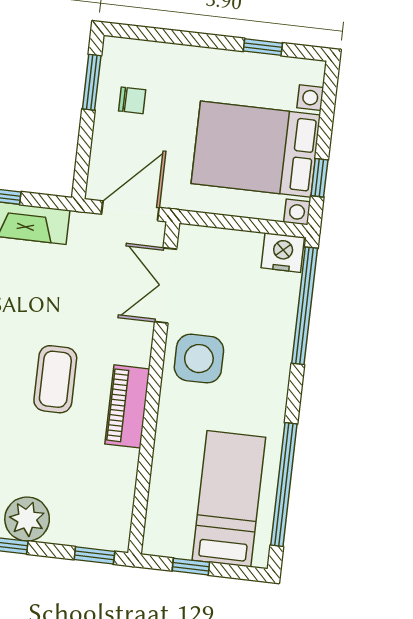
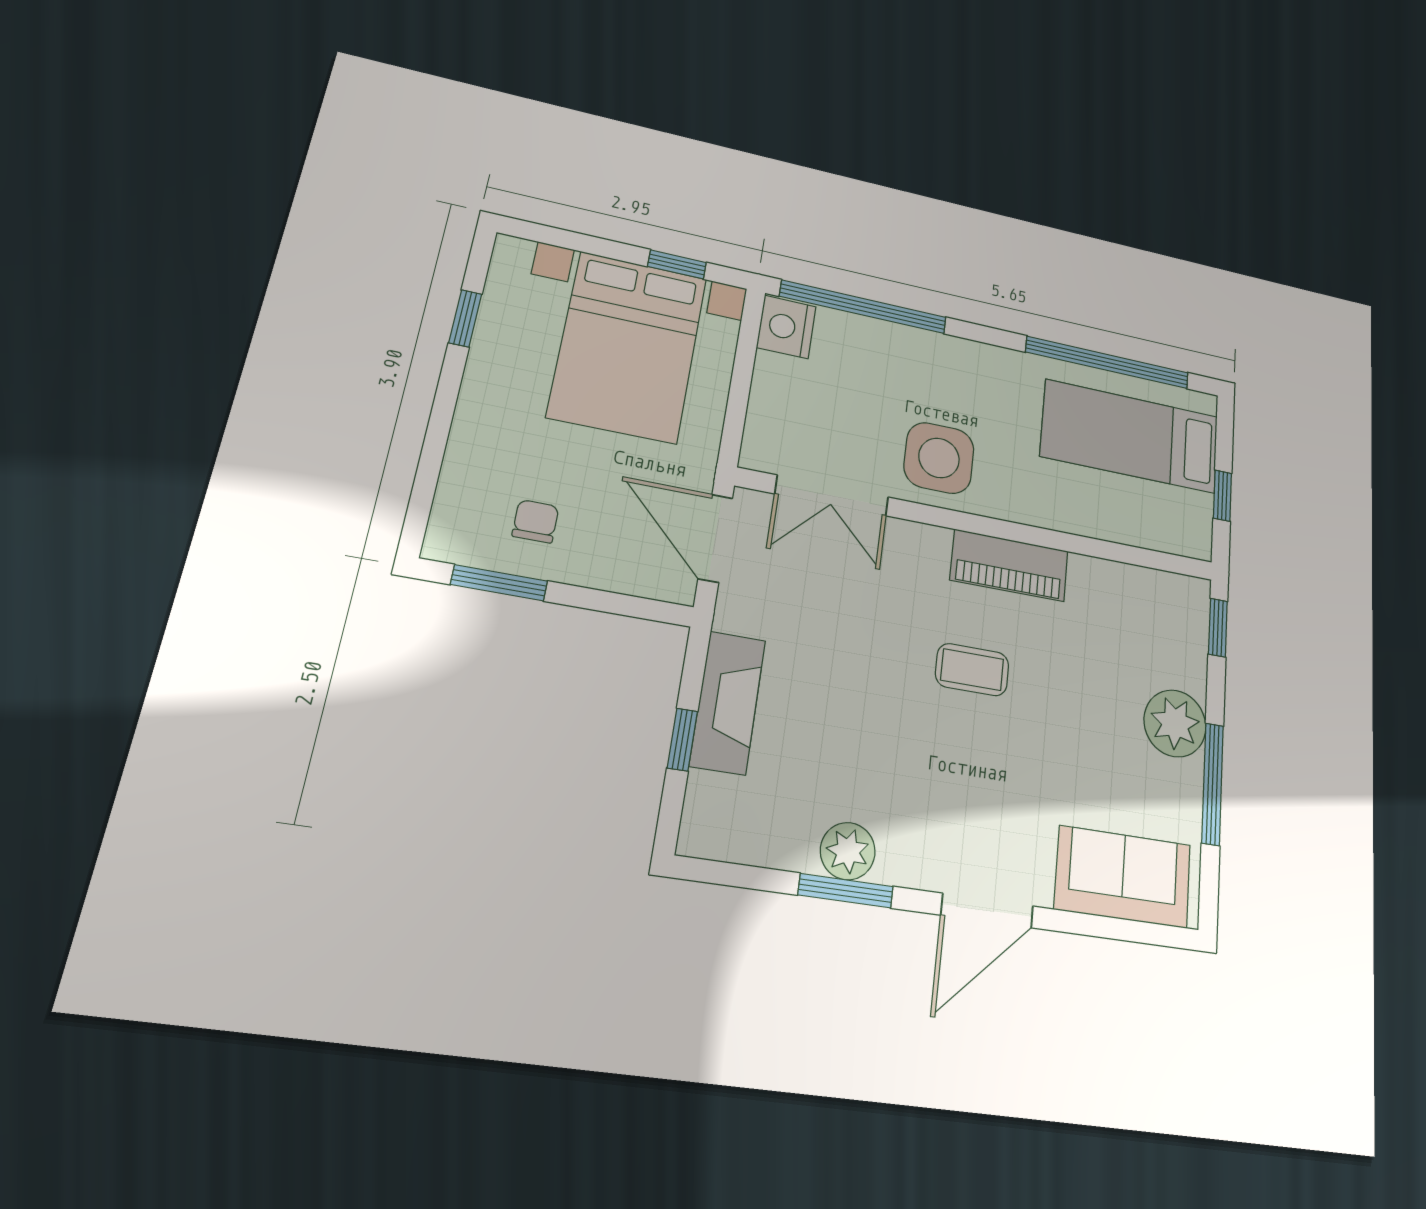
coffee table: (55, 379) -> (972, 670), width x0.73, depth x0.77

